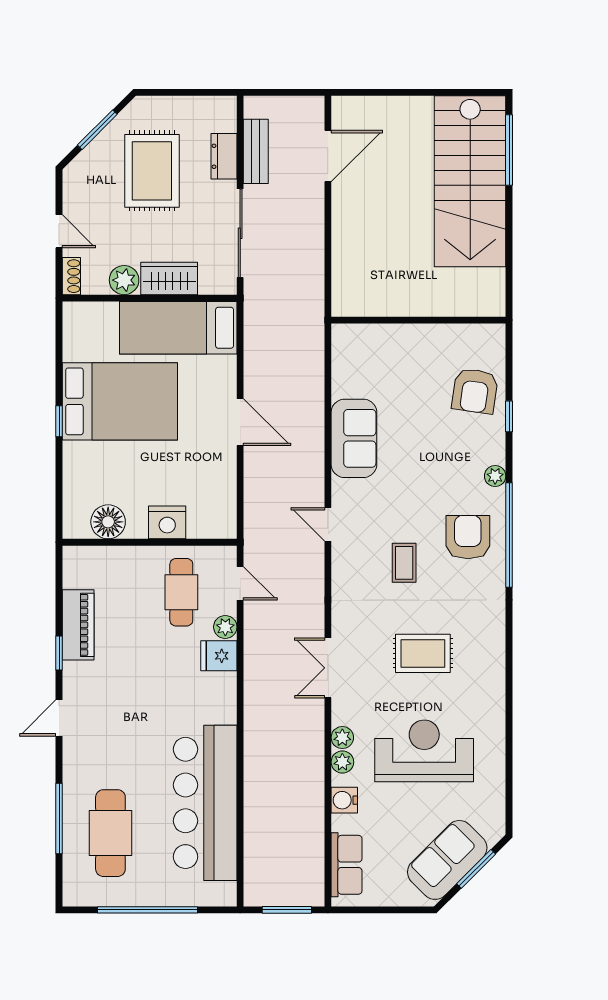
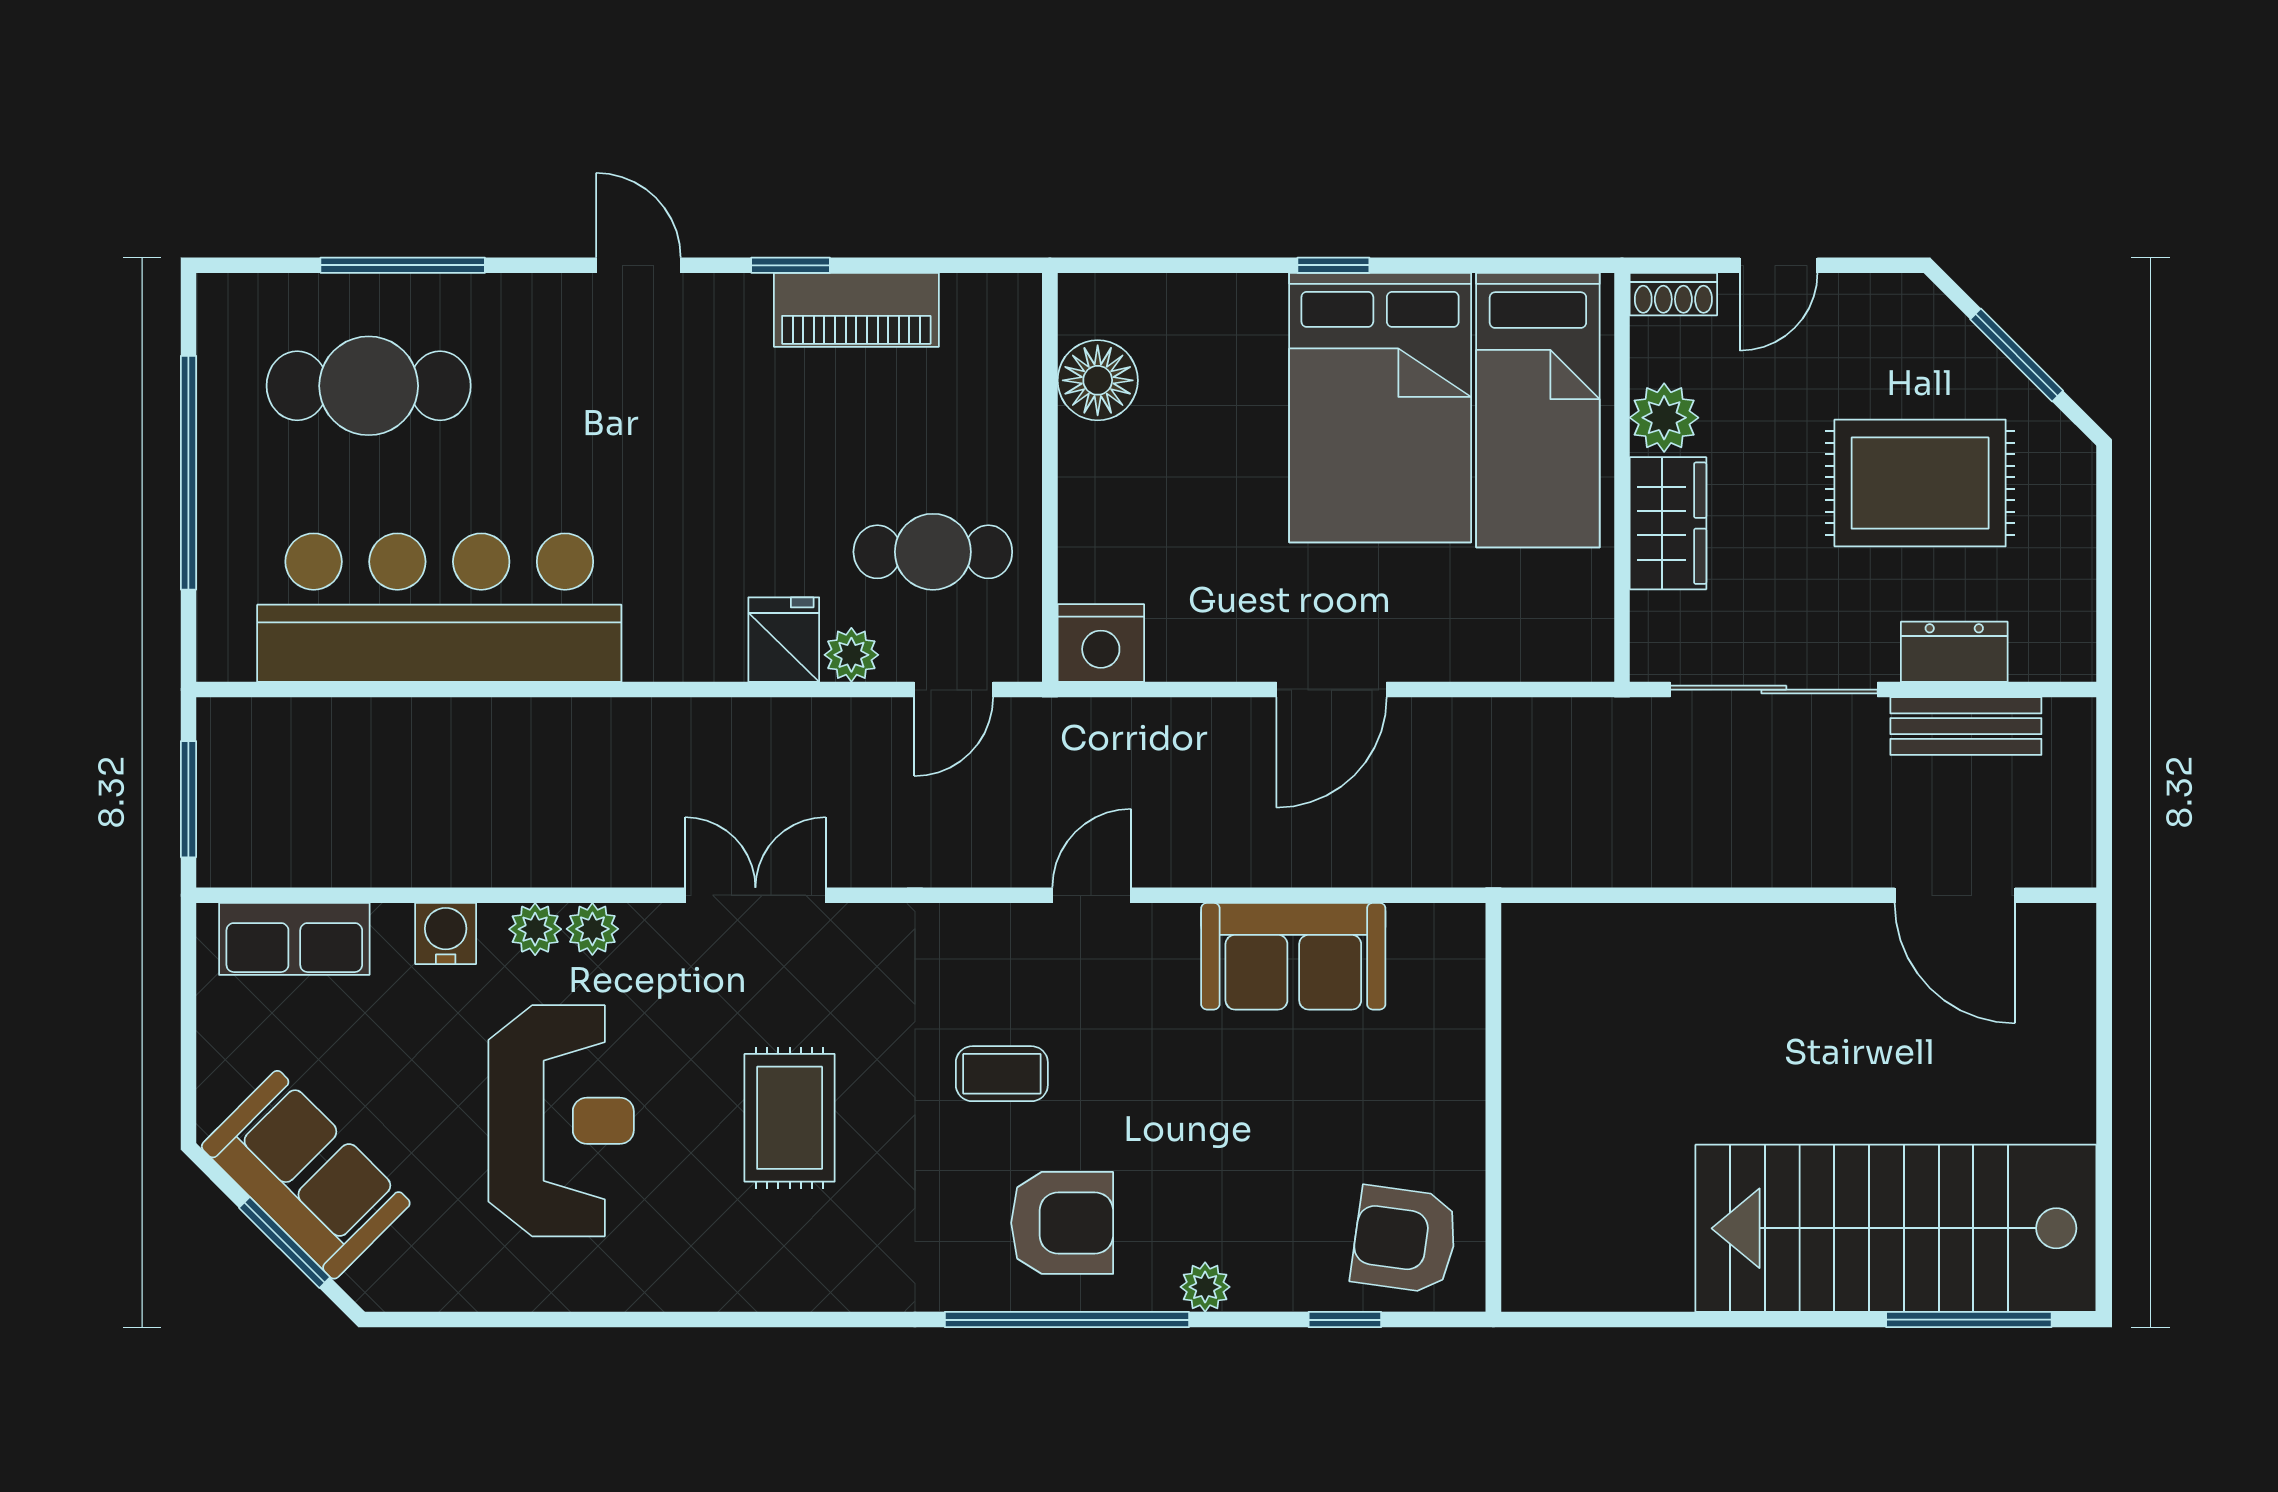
wall: (418, 320) -> (1493, 1107), moved
bed: (178, 328) -> (1538, 410), moved, turned 180
nightstand: (167, 522) -> (1101, 643), moved, turned -90

